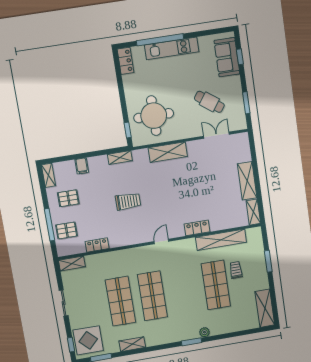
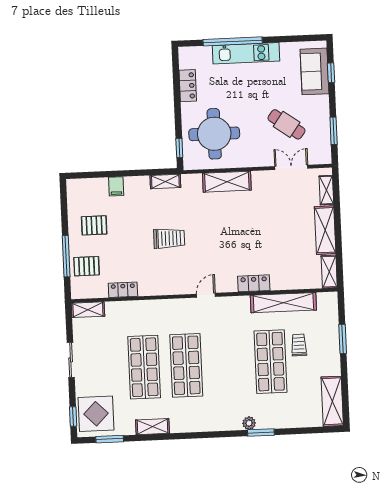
locker: (126, 61) -> (188, 86), moved
shelving: (49, 175) -> (326, 190), moved
window: (192, 342) -> (261, 432), moved

